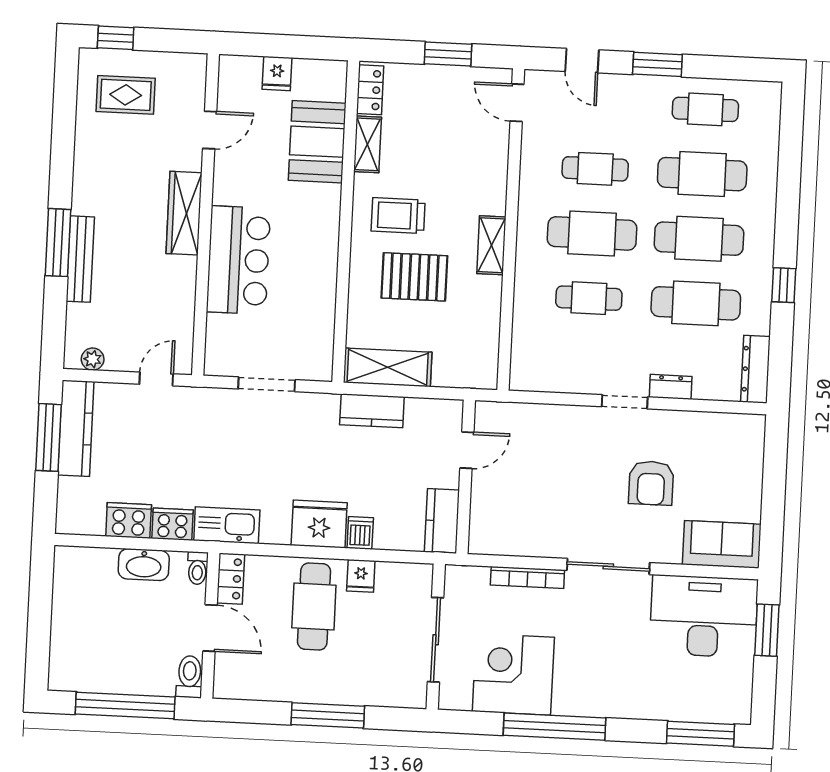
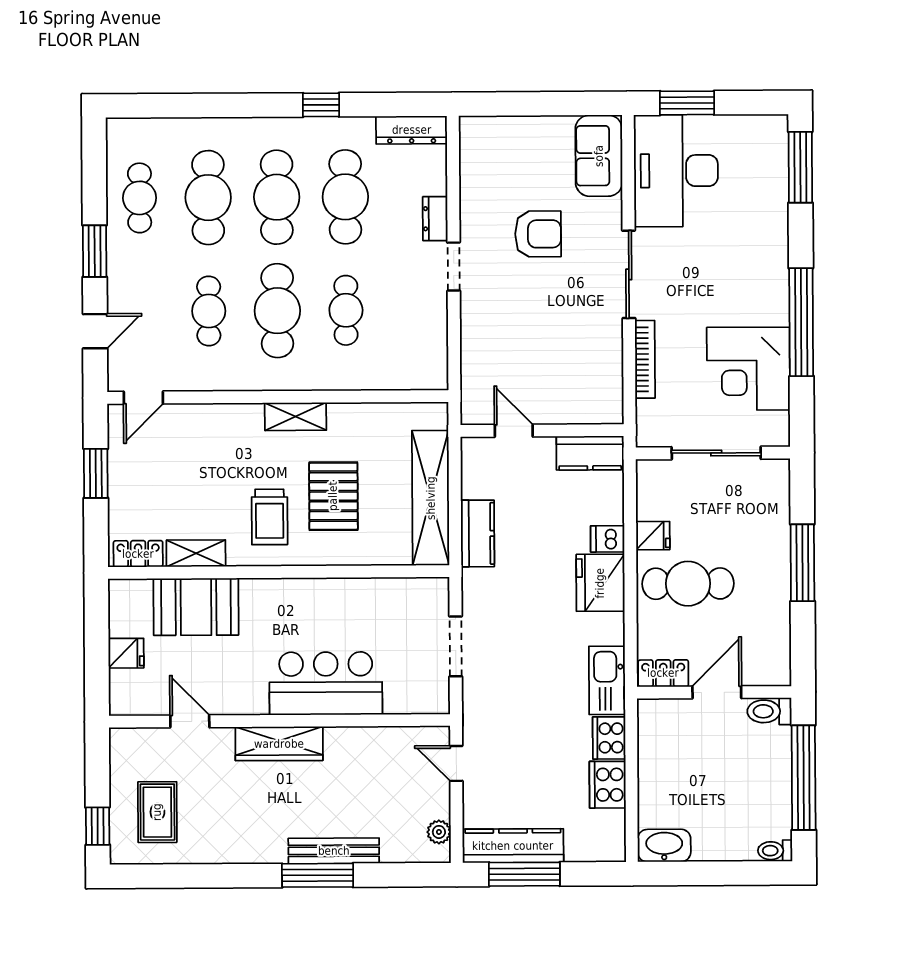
shelving: (388, 367) -> (431, 498), width x1.47
washbasin: (144, 565) -> (664, 846), moved, turned -90
toilet: (197, 568) -> (775, 851), moved, turned 180

